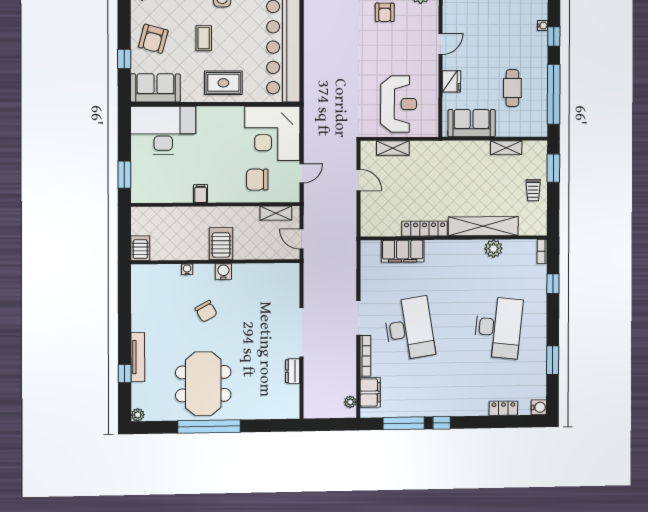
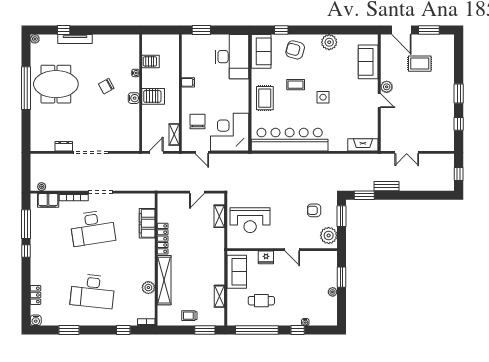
server rack: (140, 248) -> (151, 61), moved

